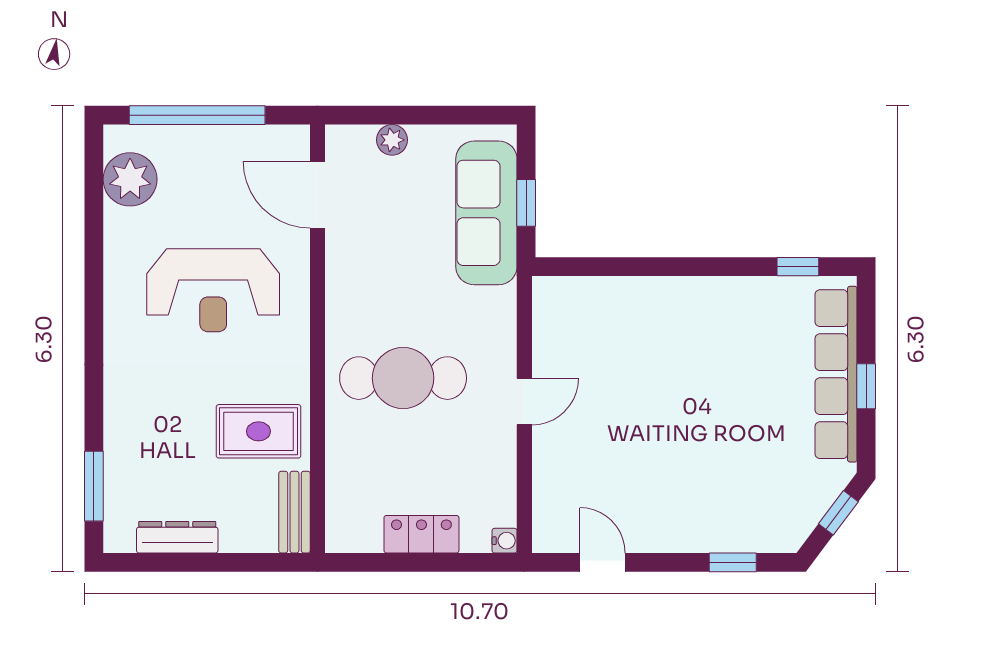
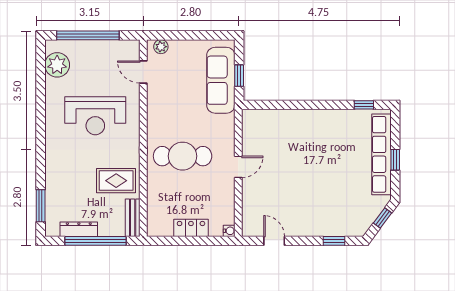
plant: (392, 140) -> (161, 47), moved
door: (317, 195) -> (143, 72), width x0.73
window: (213, 562) -> (95, 241), added

